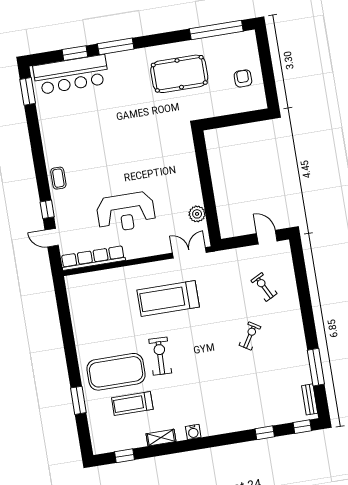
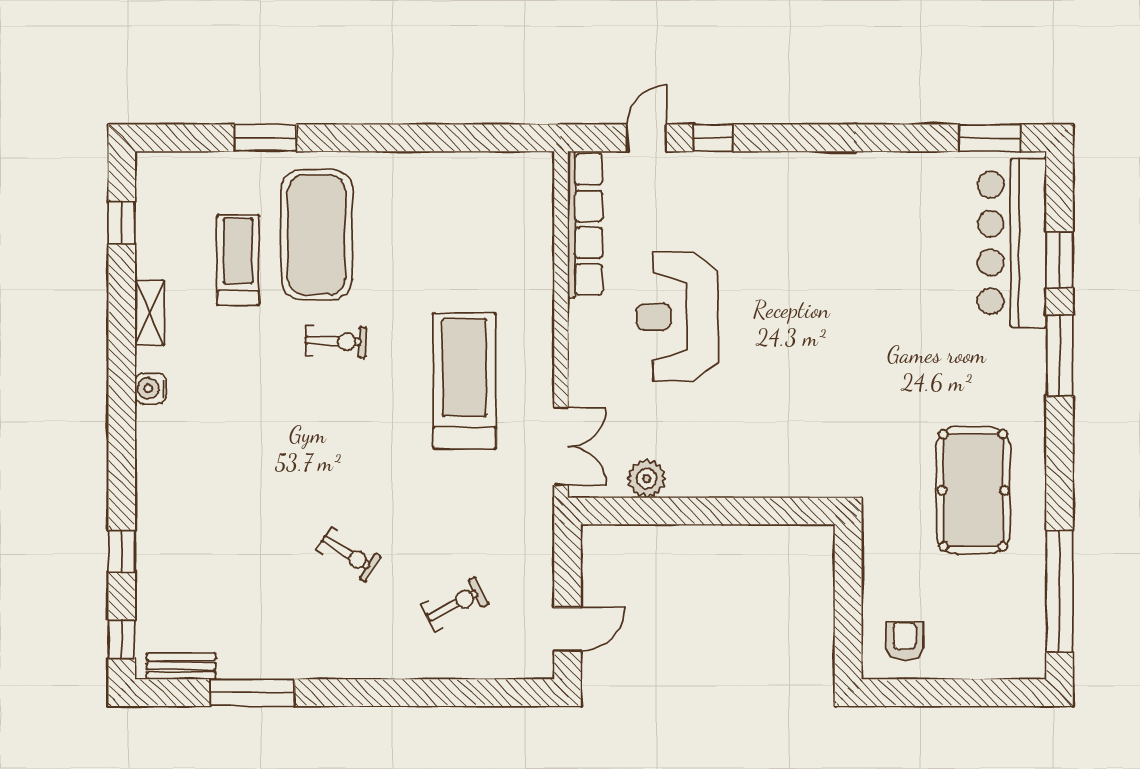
armchair: (243, 78) -> (905, 641), moved, turned -90
coffee table: (58, 178) -> (780, 175), removed
exercise bike: (160, 356) -> (336, 341), width x0.73, depth x0.72

